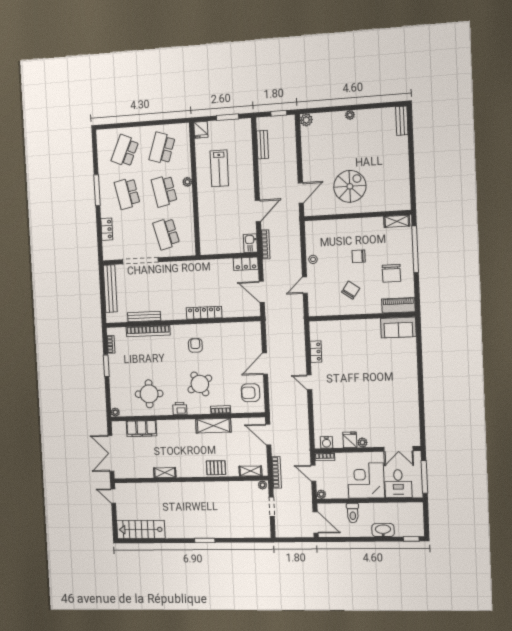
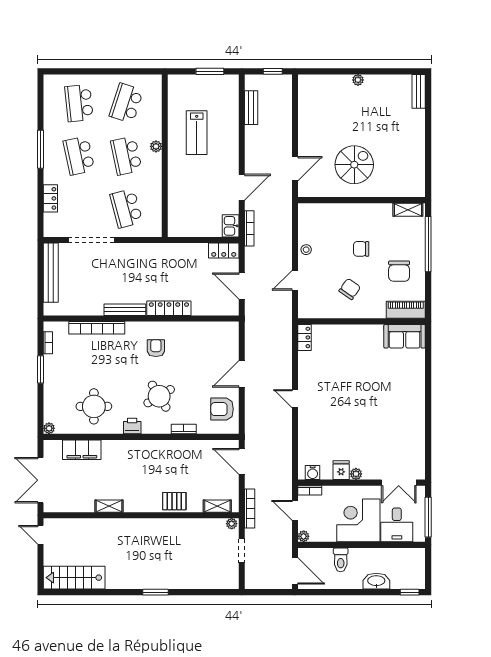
plant: (306, 120) -> (306, 82), removed
fridge: (201, 130) -> (176, 84), removed
school desk: (125, 151) -> (79, 103), turned -30
bench: (144, 317) -> (125, 310), moved
locker: (316, 352) -> (305, 337), moved
shelving: (213, 426) -> (174, 449), removed

